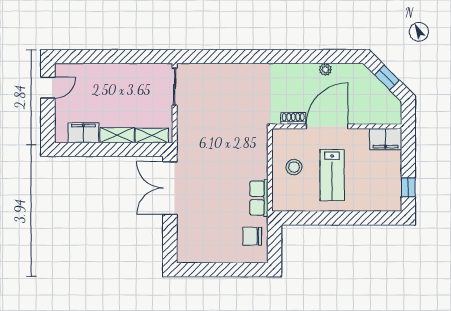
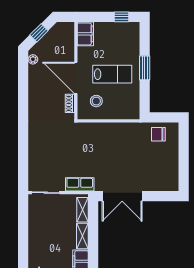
plant: (325, 70) -> (33, 59), moved
stool: (294, 167) -> (96, 101), moved
row of seats: (259, 198) -> (80, 184), moved, turned 180
window: (340, 218) -> (145, 68), added
chair: (252, 236) -> (158, 134), turned 90

